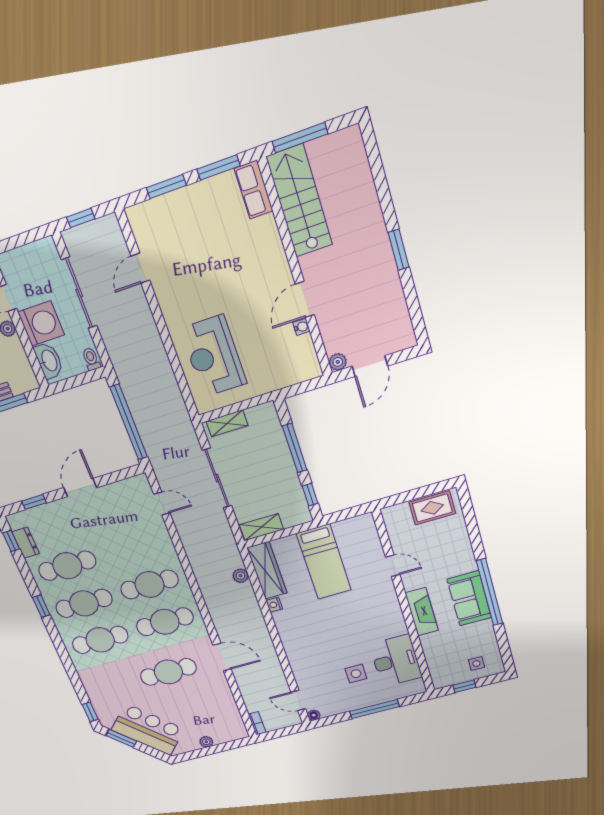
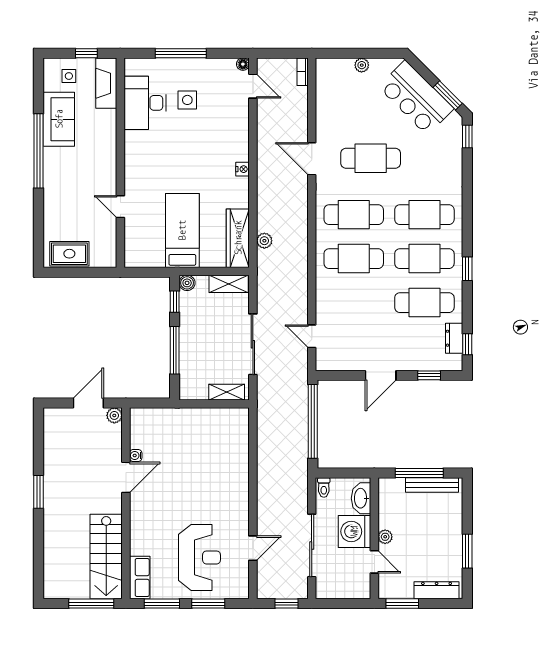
reception desk: (213, 356) -> (199, 557), moved
boiler: (303, 516) -> (187, 283), added
sofa: (469, 598) -> (59, 119), moved
nightstand: (274, 605) -> (243, 169), moved
fireplace: (422, 612) -> (106, 83), moved

